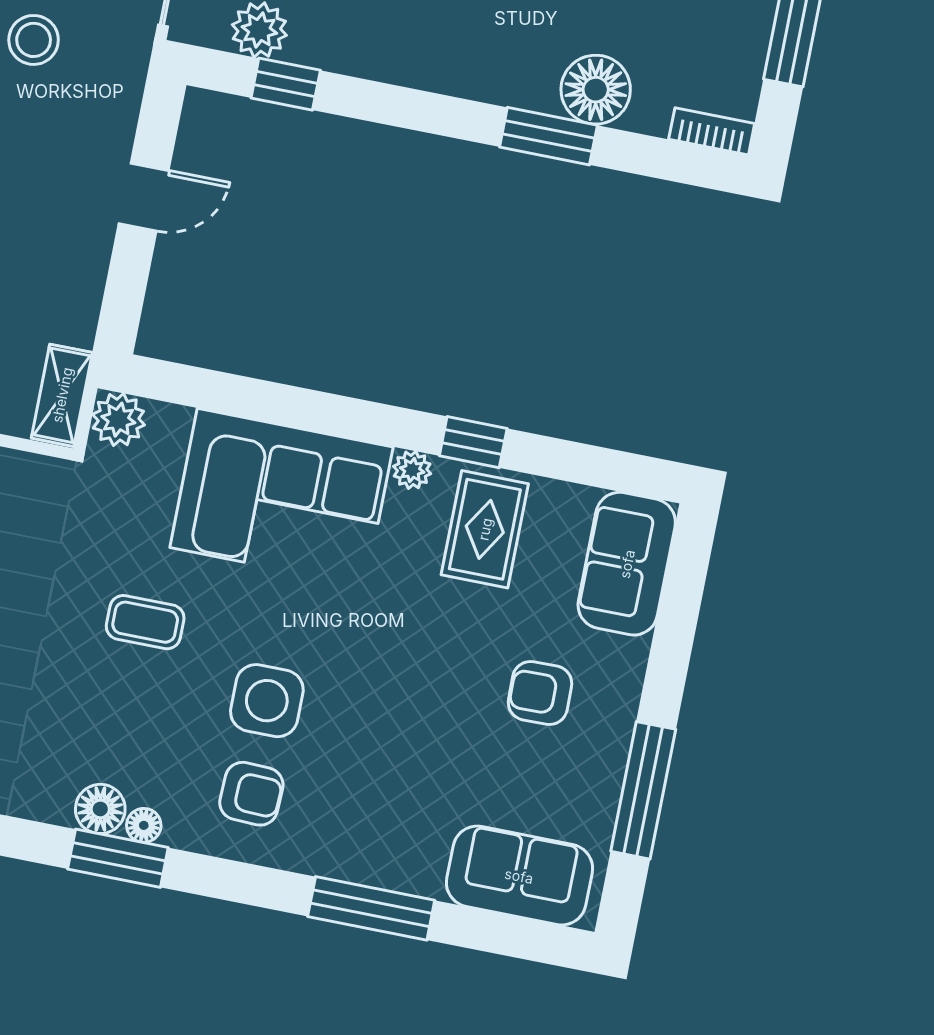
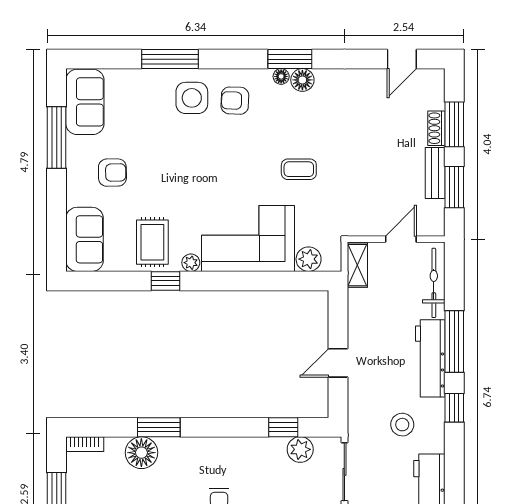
plant: (118, 420) -> (309, 259), moved
side table: (267, 701) -> (192, 98), moved
sofa: (519, 876) -> (85, 102), moved, turned -90

